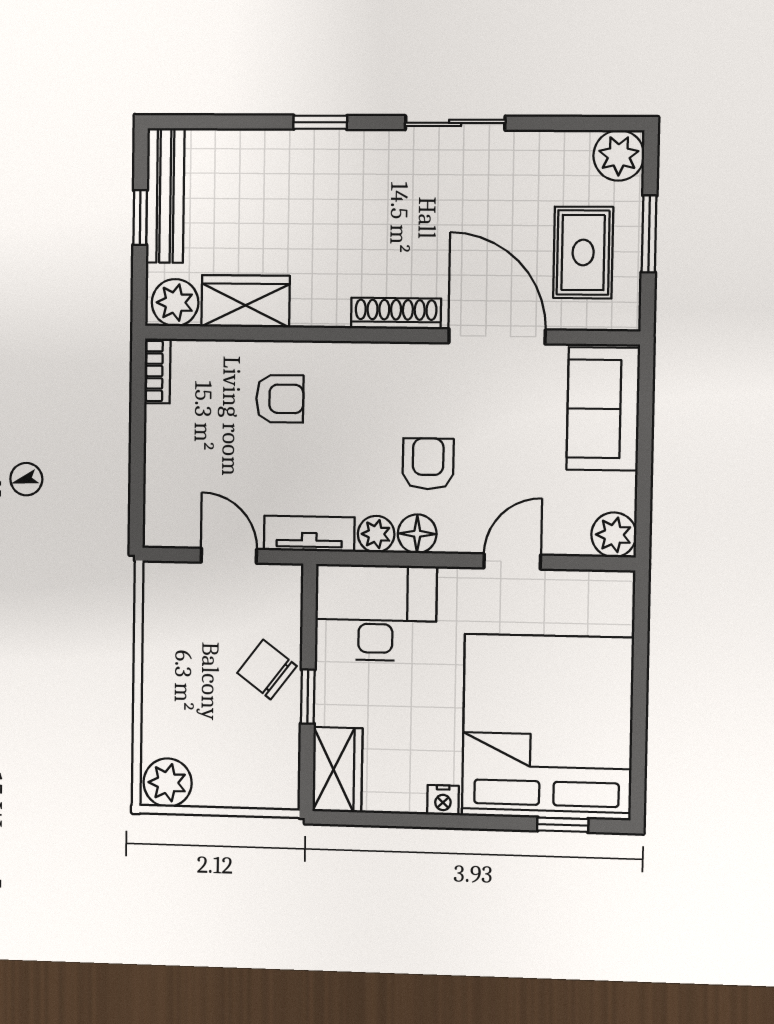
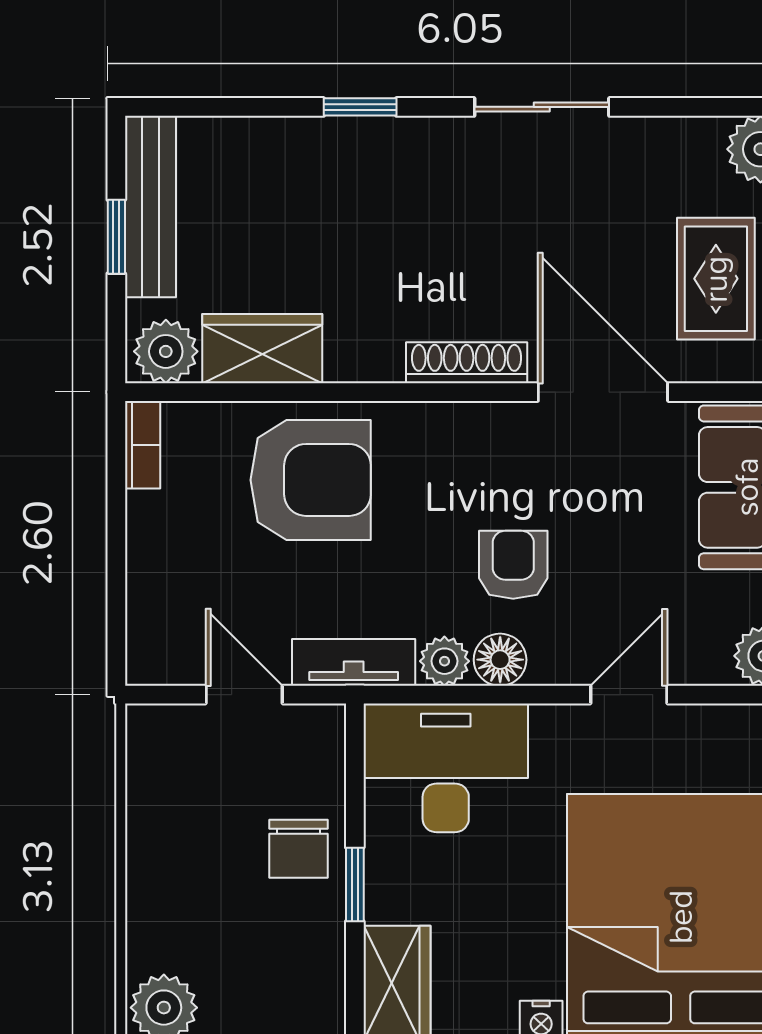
armchair: (280, 399) -> (311, 480), width x1.88, depth x1.88
chair: (267, 670) -> (298, 849), turned -127

